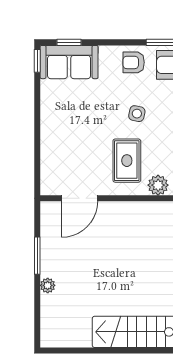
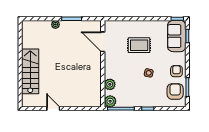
rug: (127, 161) -> (139, 45), moved

